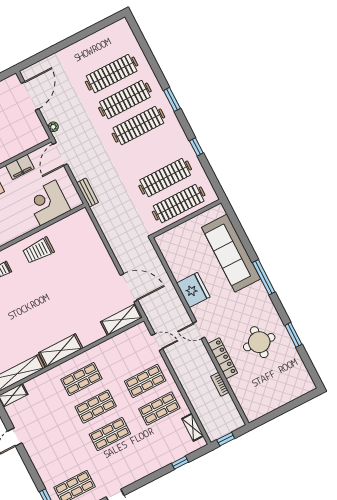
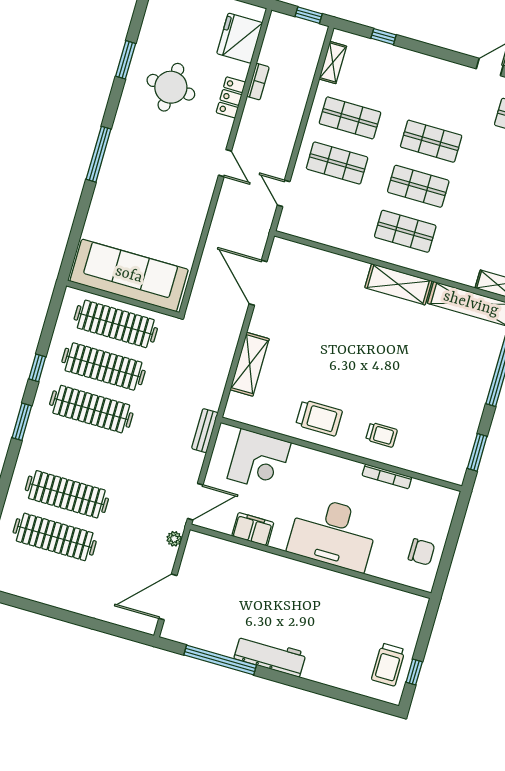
window: (172, 99) -> (22, 422), moved
clothes rail: (138, 126) -> (91, 409), moved
sofa: (231, 253) -> (129, 275), moved, turned -90
fridge: (193, 290) -> (240, 38), moved
shelving: (121, 320) -> (250, 364), moved, turned 90
locker: (223, 358) -> (231, 97), width x0.66

